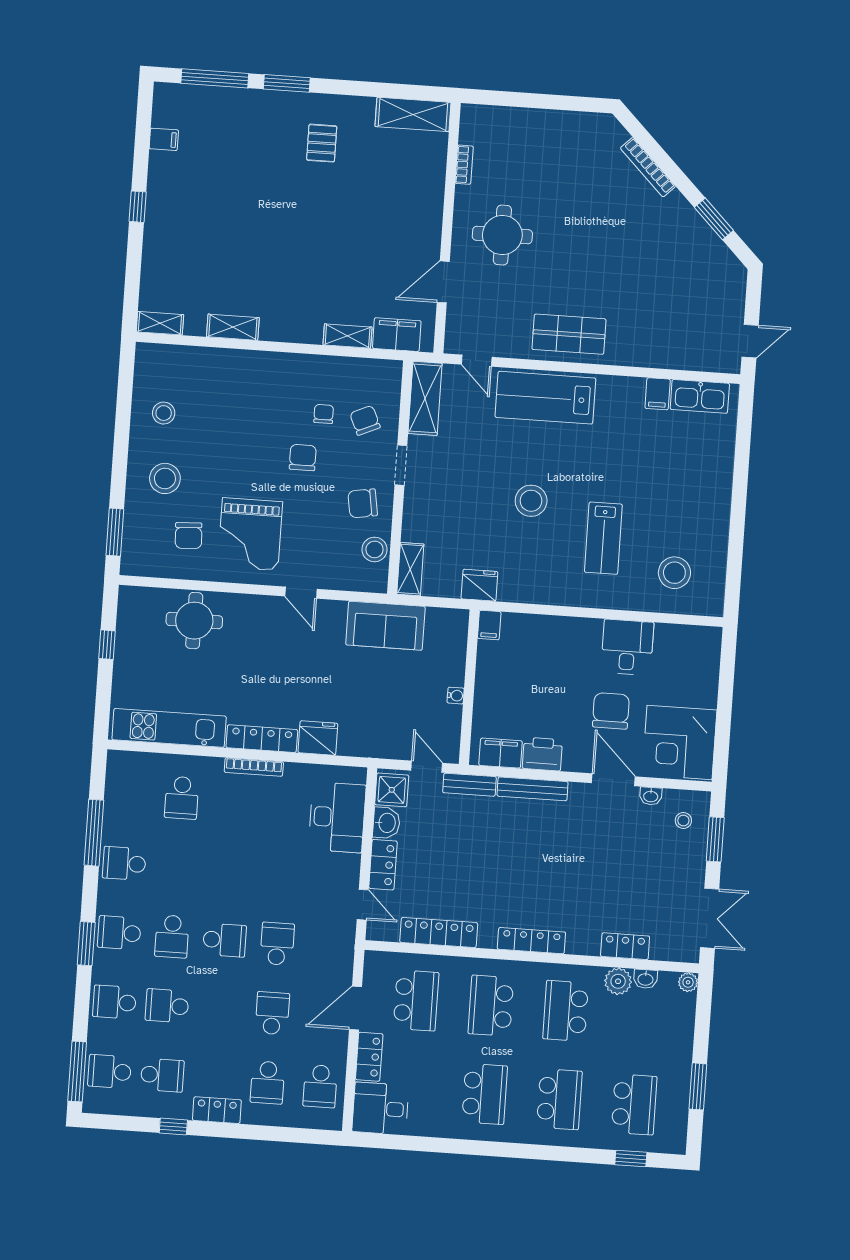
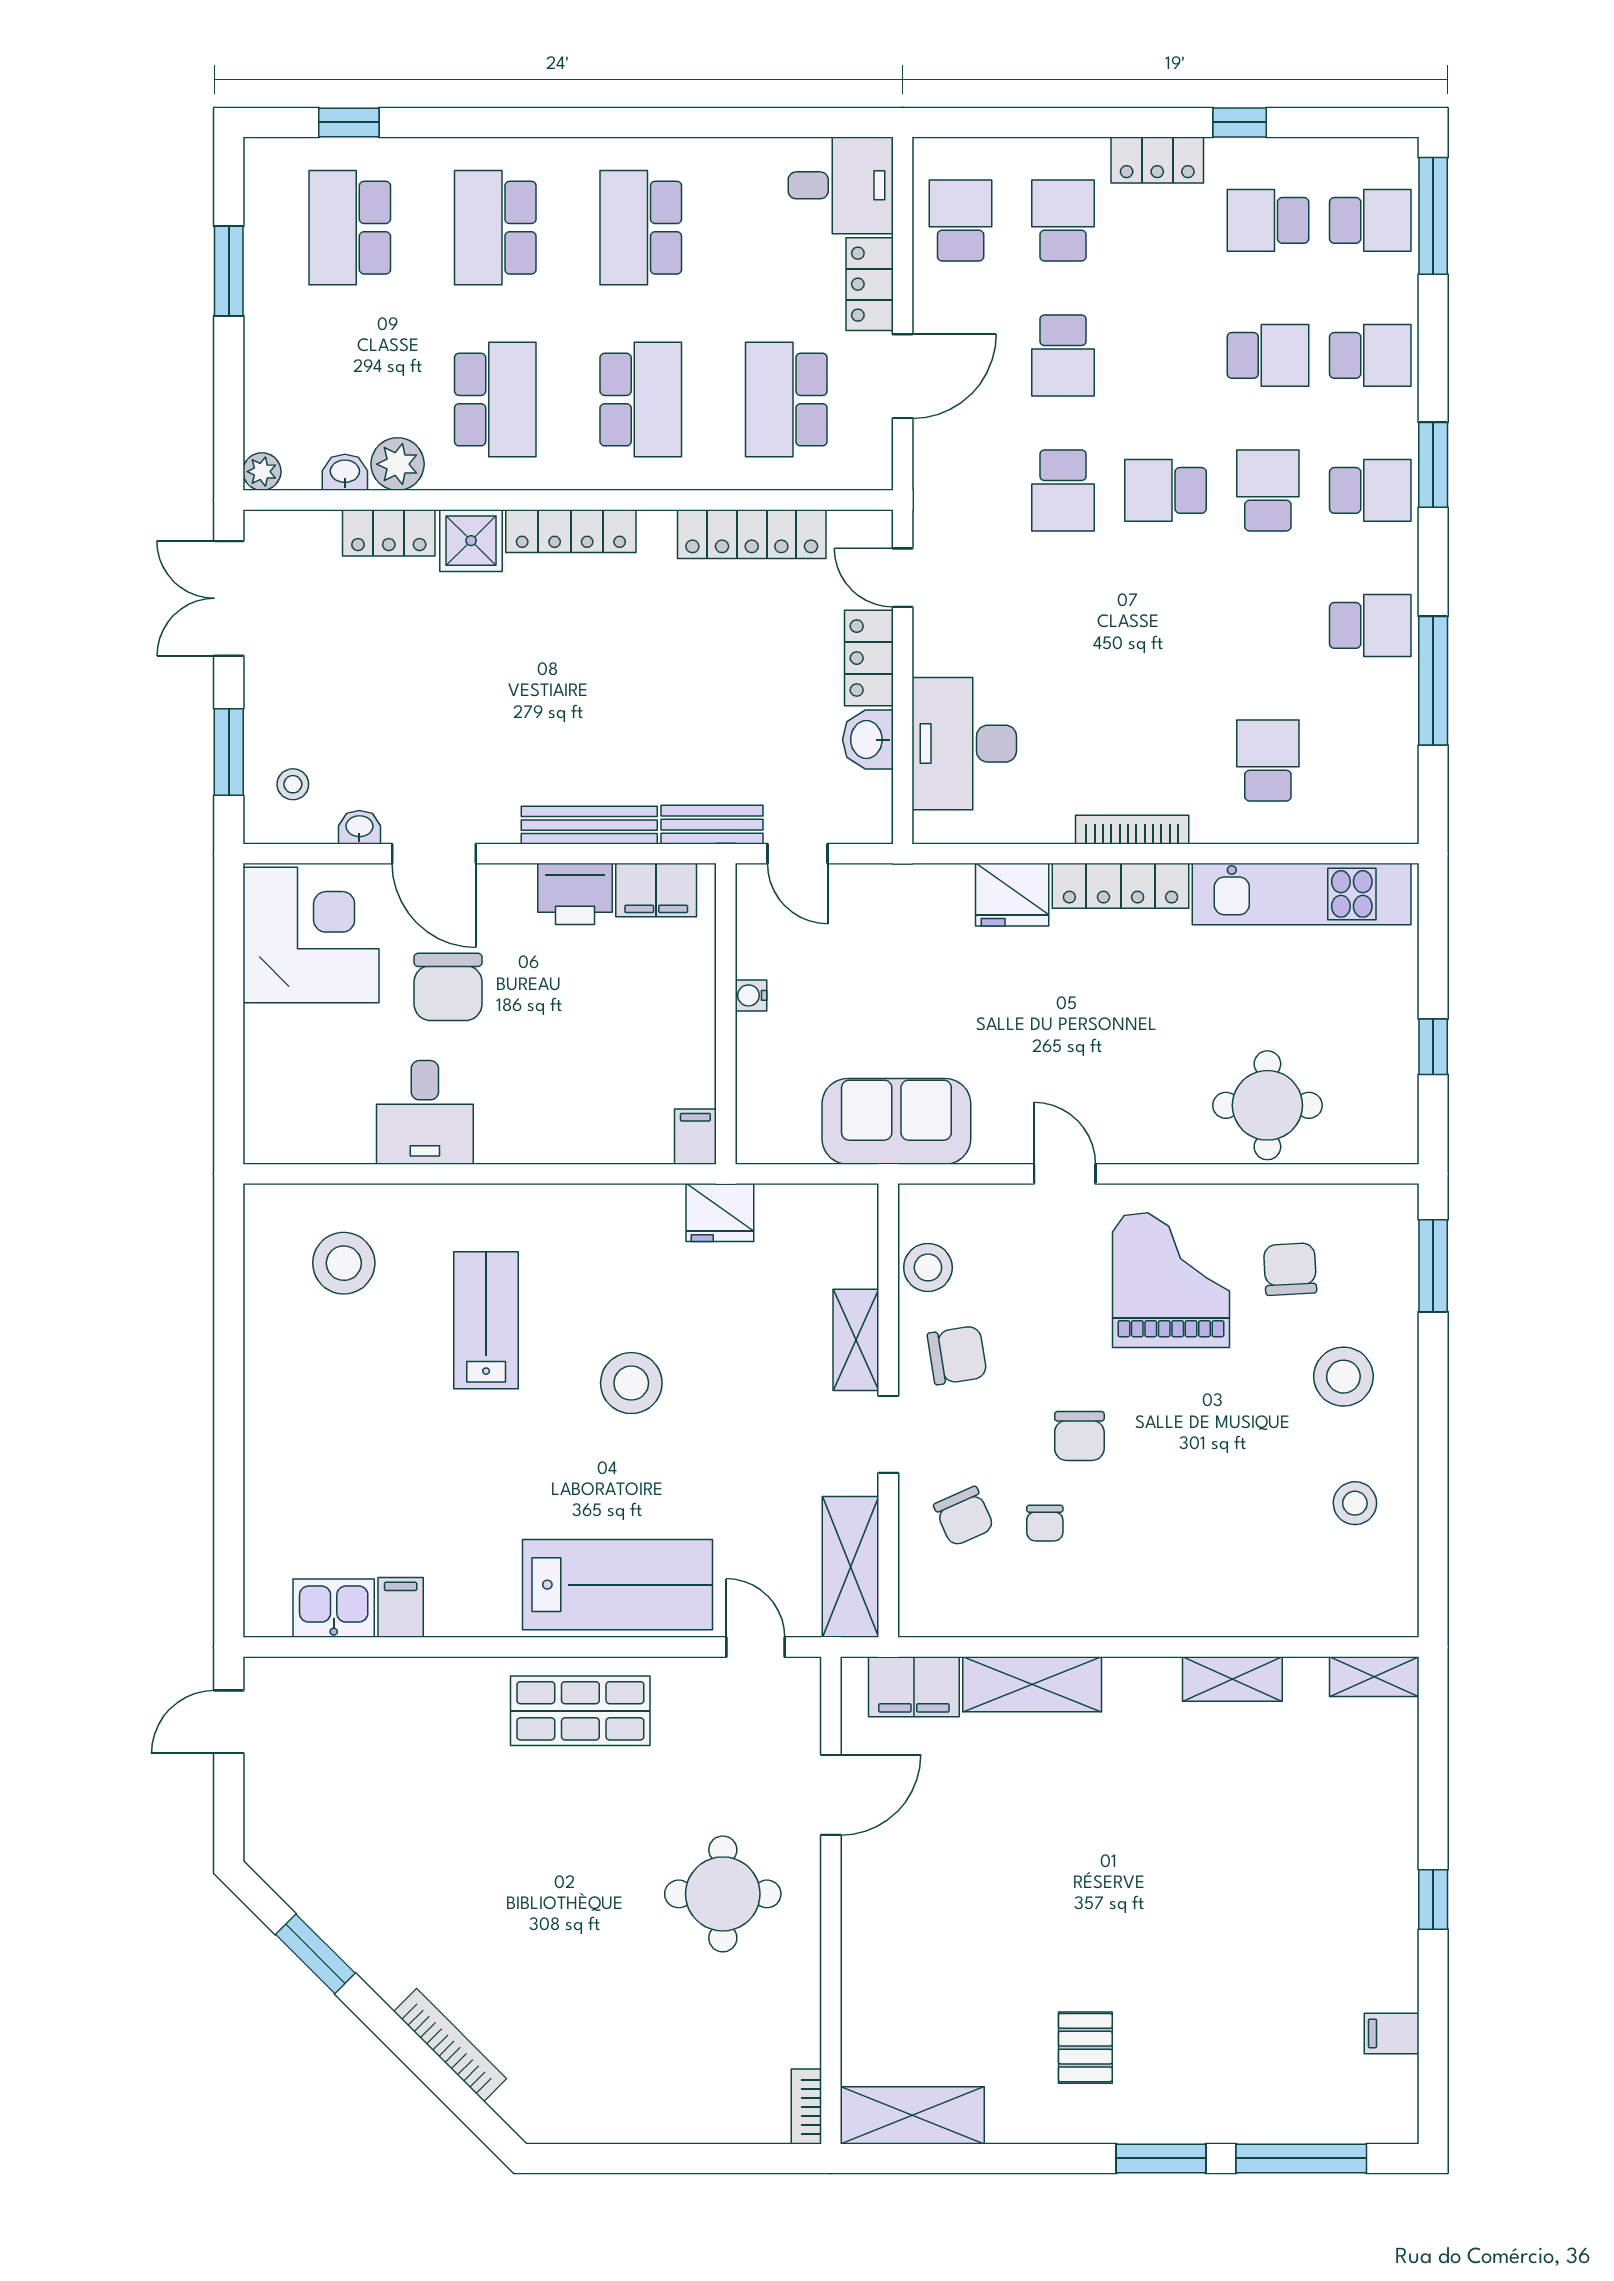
bookcase: (464, 165) -> (806, 2107), moved
shelving: (348, 336) -> (1032, 1684), width x1.50, depth x1.33
kitchen sink: (700, 396) -> (334, 1608), width x0.73
shelving: (410, 569) -> (856, 1340), moved
shower: (392, 790) -> (471, 541), moved

